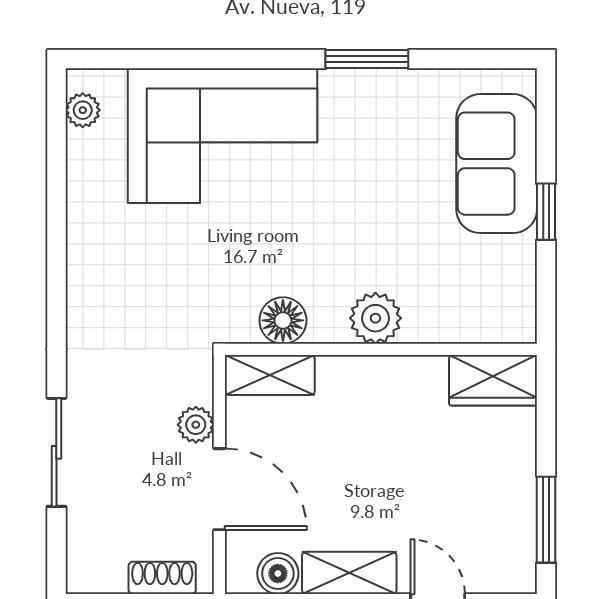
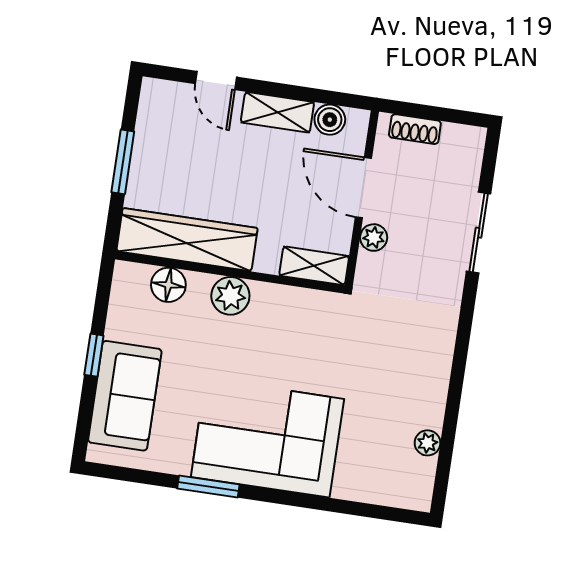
plant: (83, 110) -> (428, 443), moved
corner sofa: (223, 136) -> (268, 438), moved
floor lamp: (283, 320) -> (168, 285), moved
wardrobe: (493, 380) -> (187, 240), width x2.10, depth x1.17
window: (546, 520) -> (123, 162), moved

